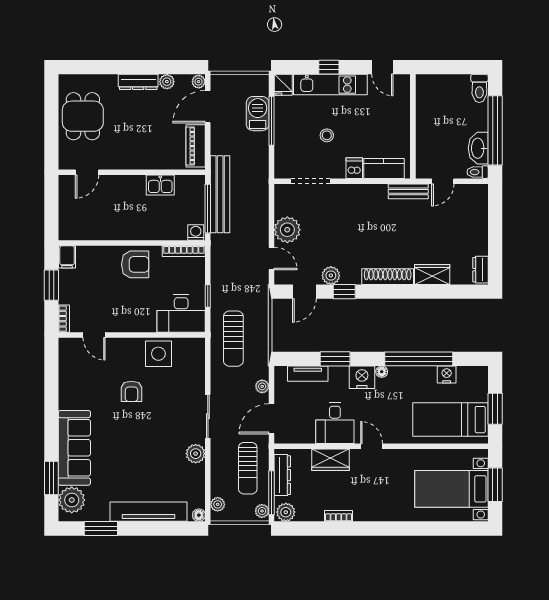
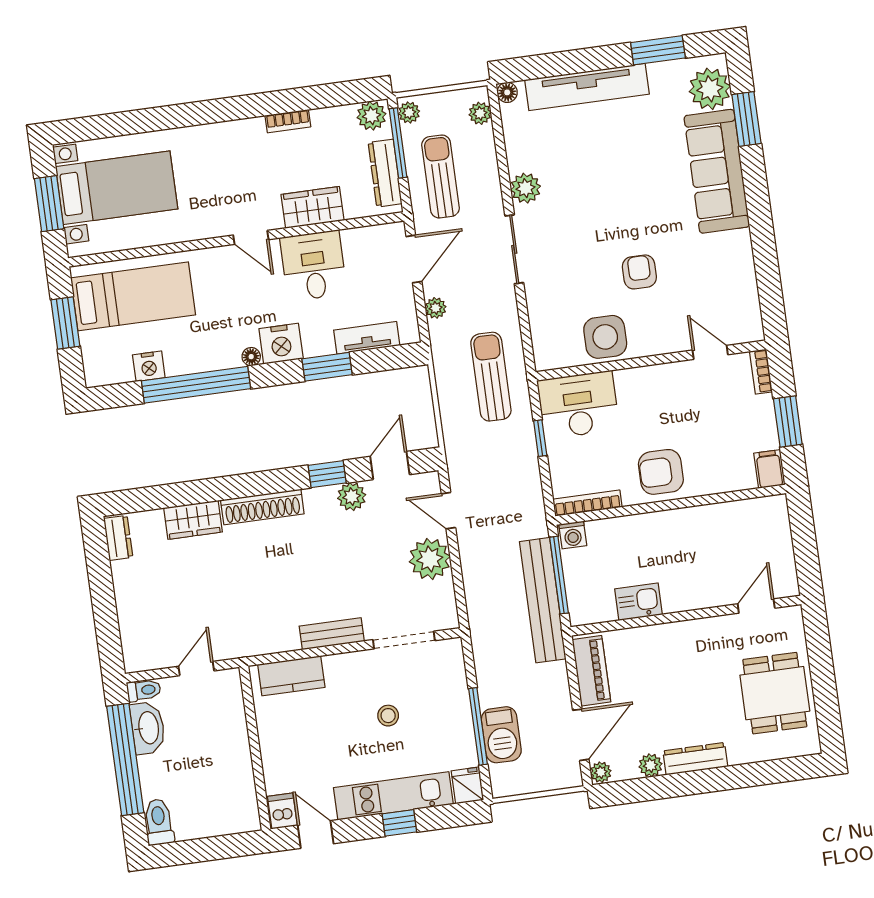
dishwasher: (354, 168) -> (282, 811), moved, turned 180
bench: (408, 191) -> (332, 634), moved

